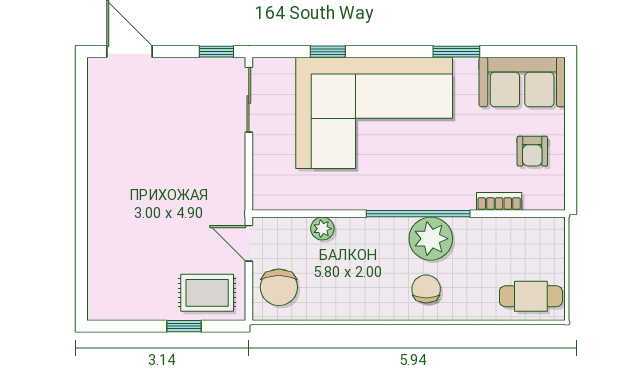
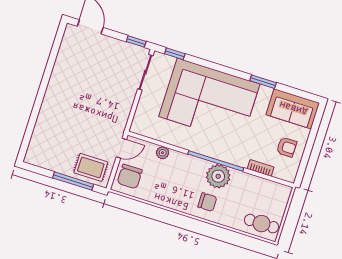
window: (328, 52) -> (175, 54), moved
armchair: (532, 151) -> (287, 147), turned -90
door: (249, 243) -> (121, 148), swing flipped
chair: (426, 289) -> (207, 202), turned 90
window: (184, 326) -> (73, 181), width x2.17

